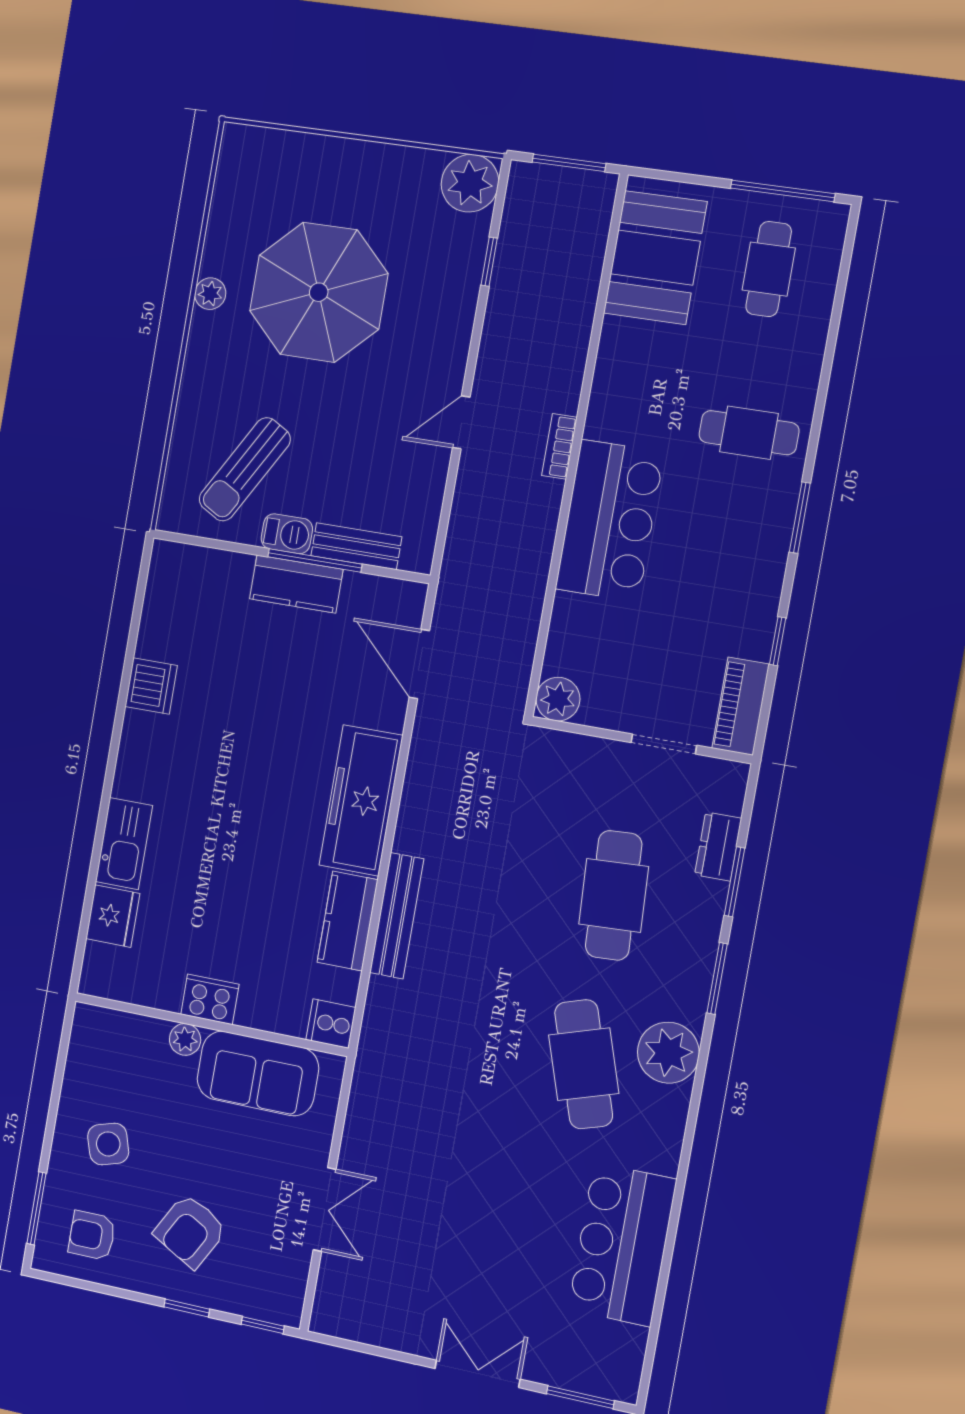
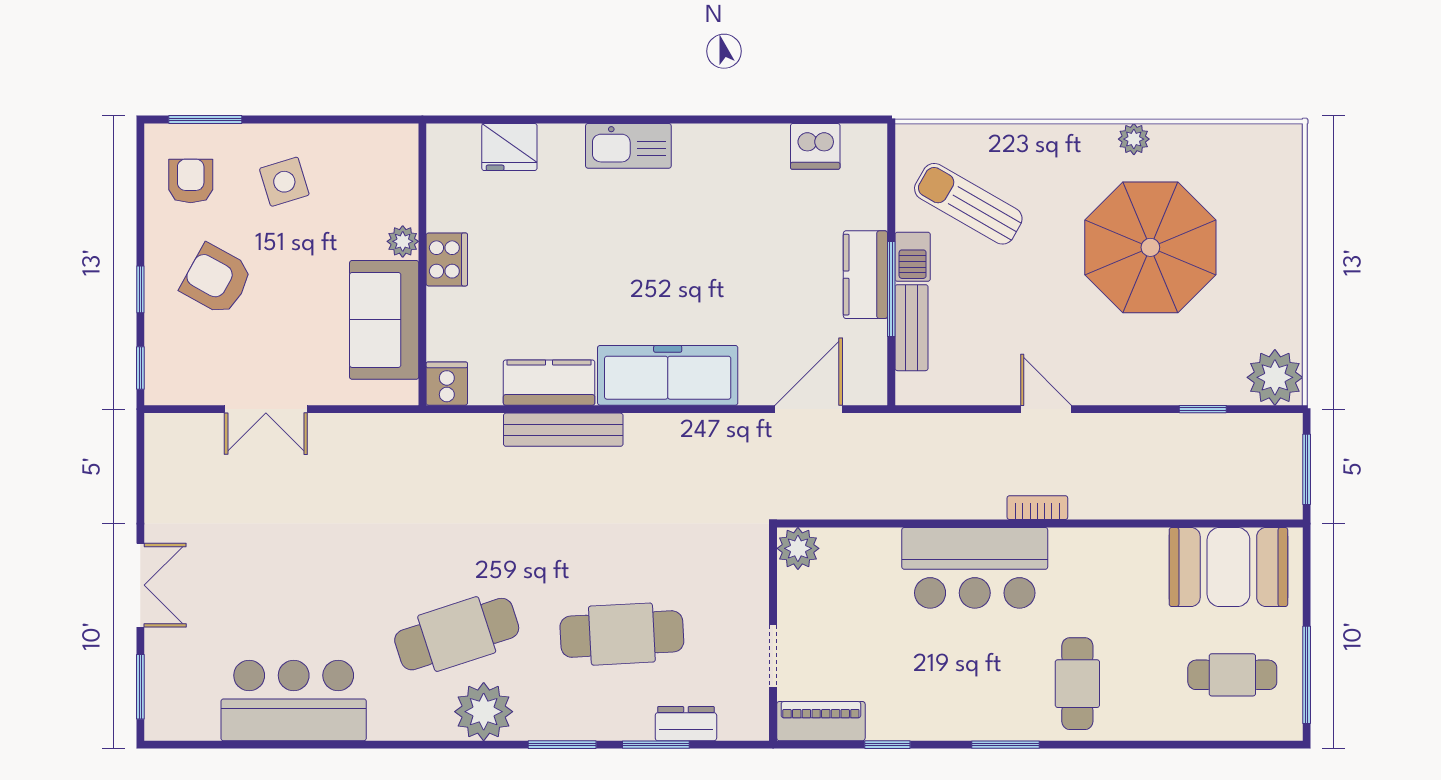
dishwasher: (151, 686) -> (815, 146), moved
kitchen sink: (124, 844) -> (628, 146), moved

